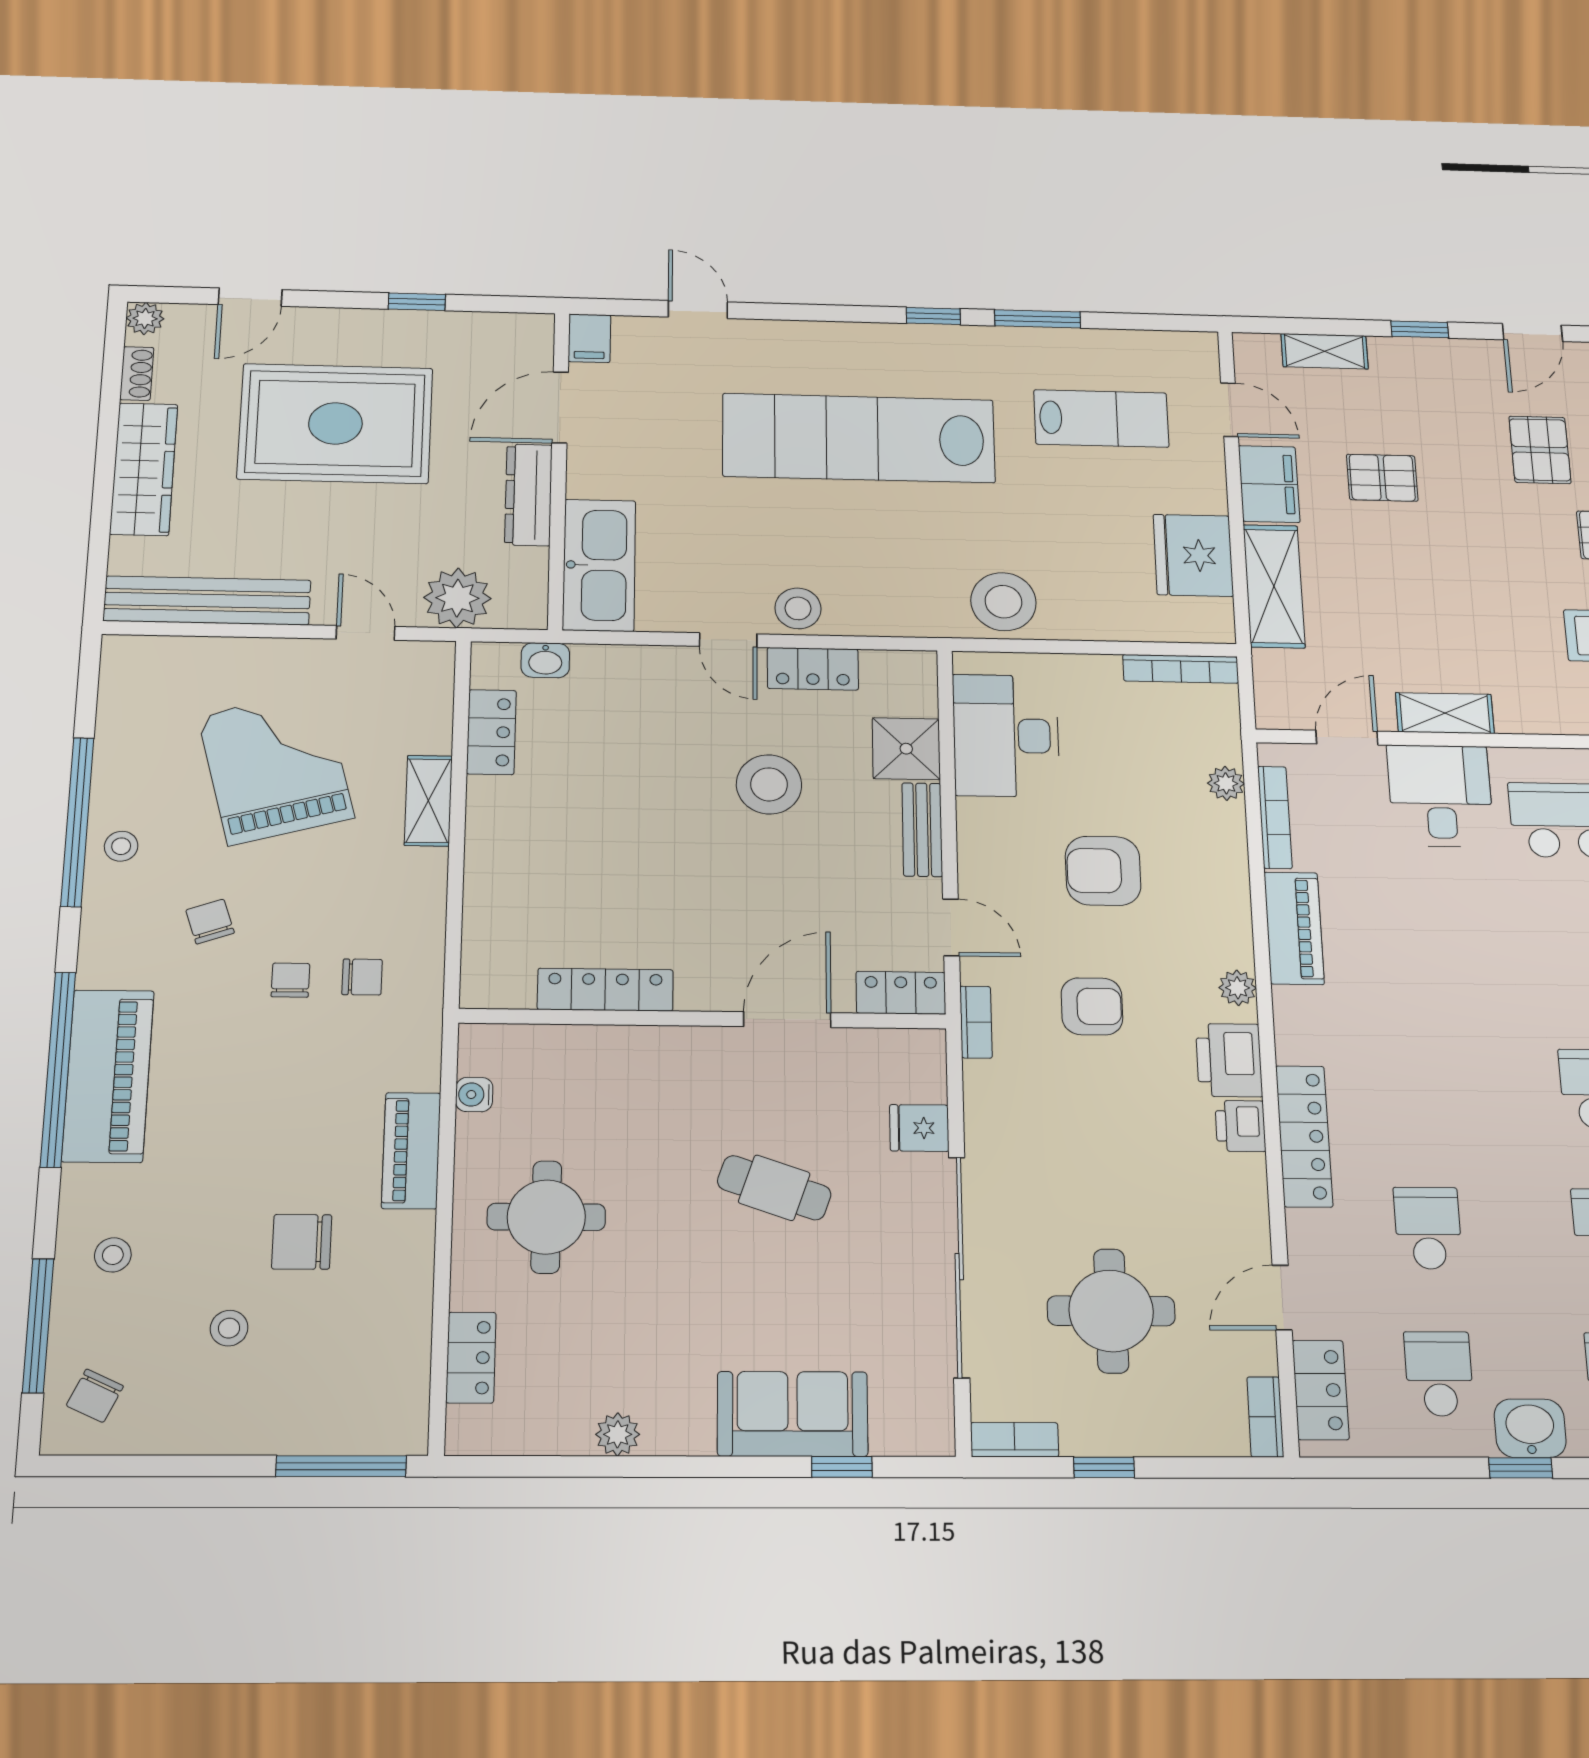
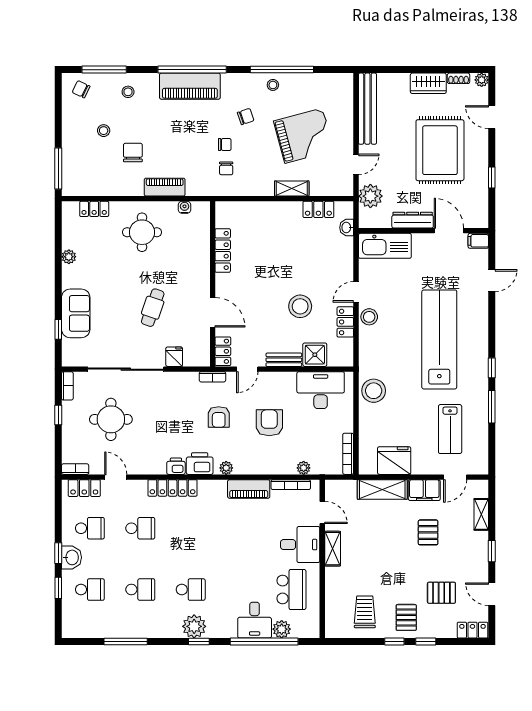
wardrobe: (144, 469) -> (428, 83), width x0.67

